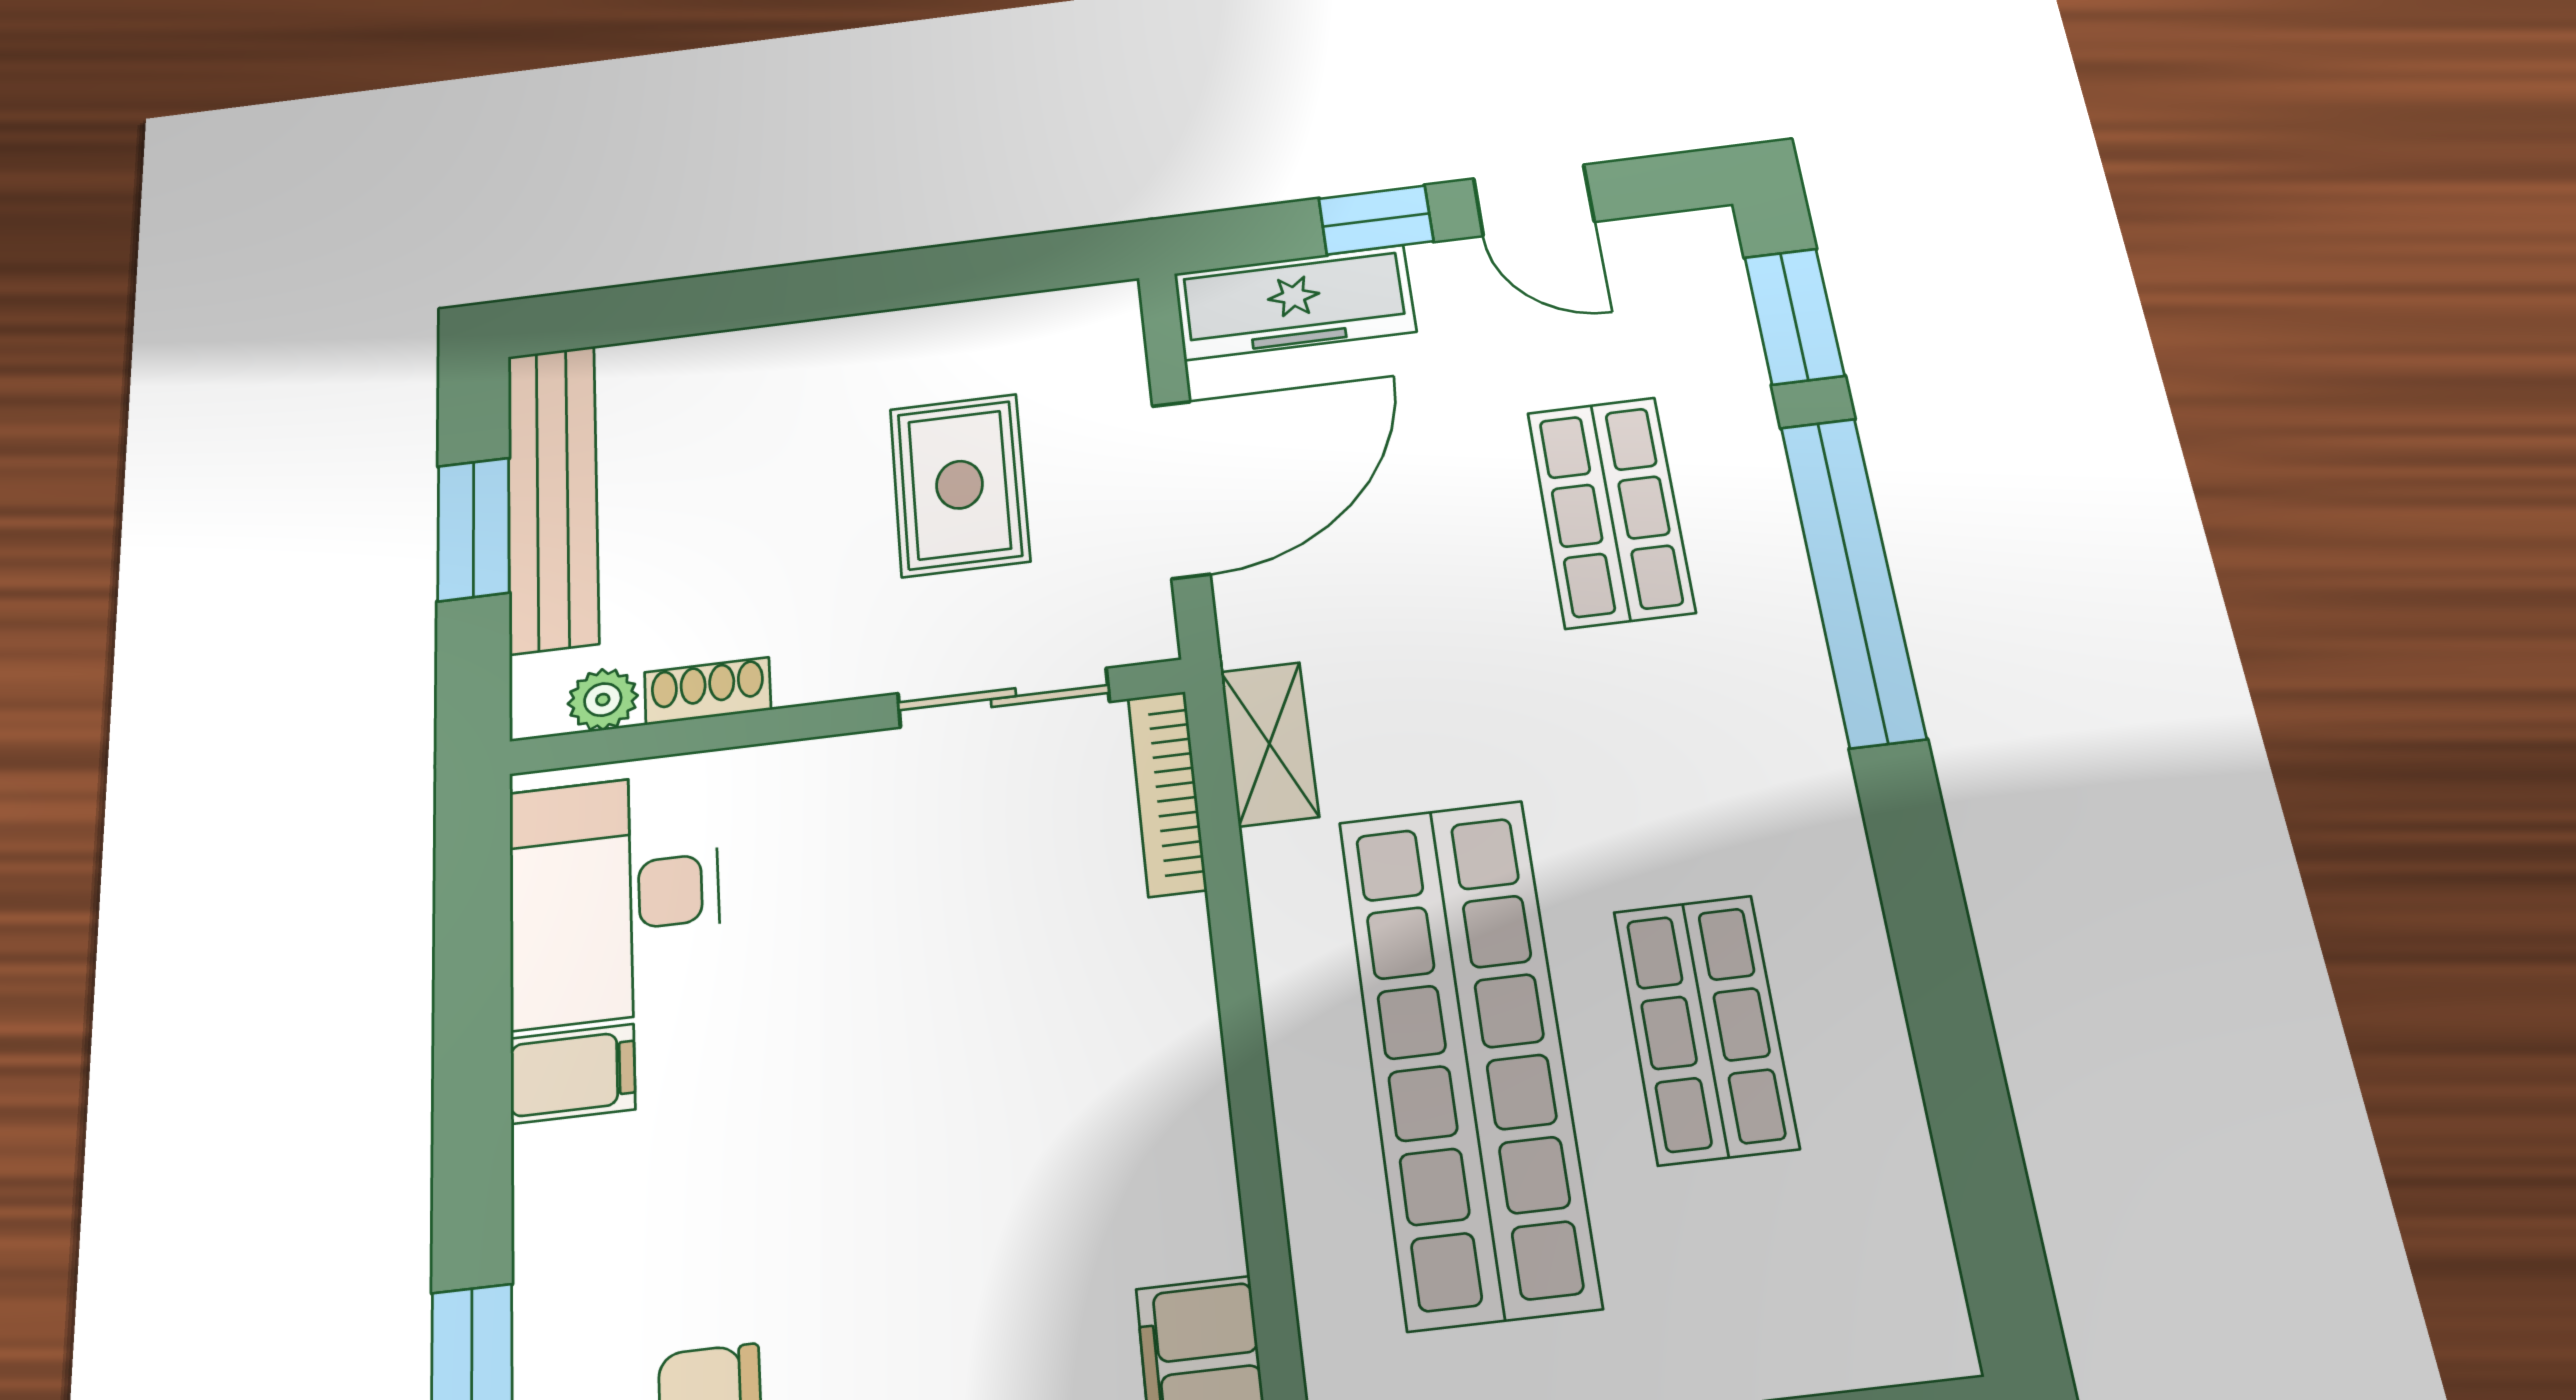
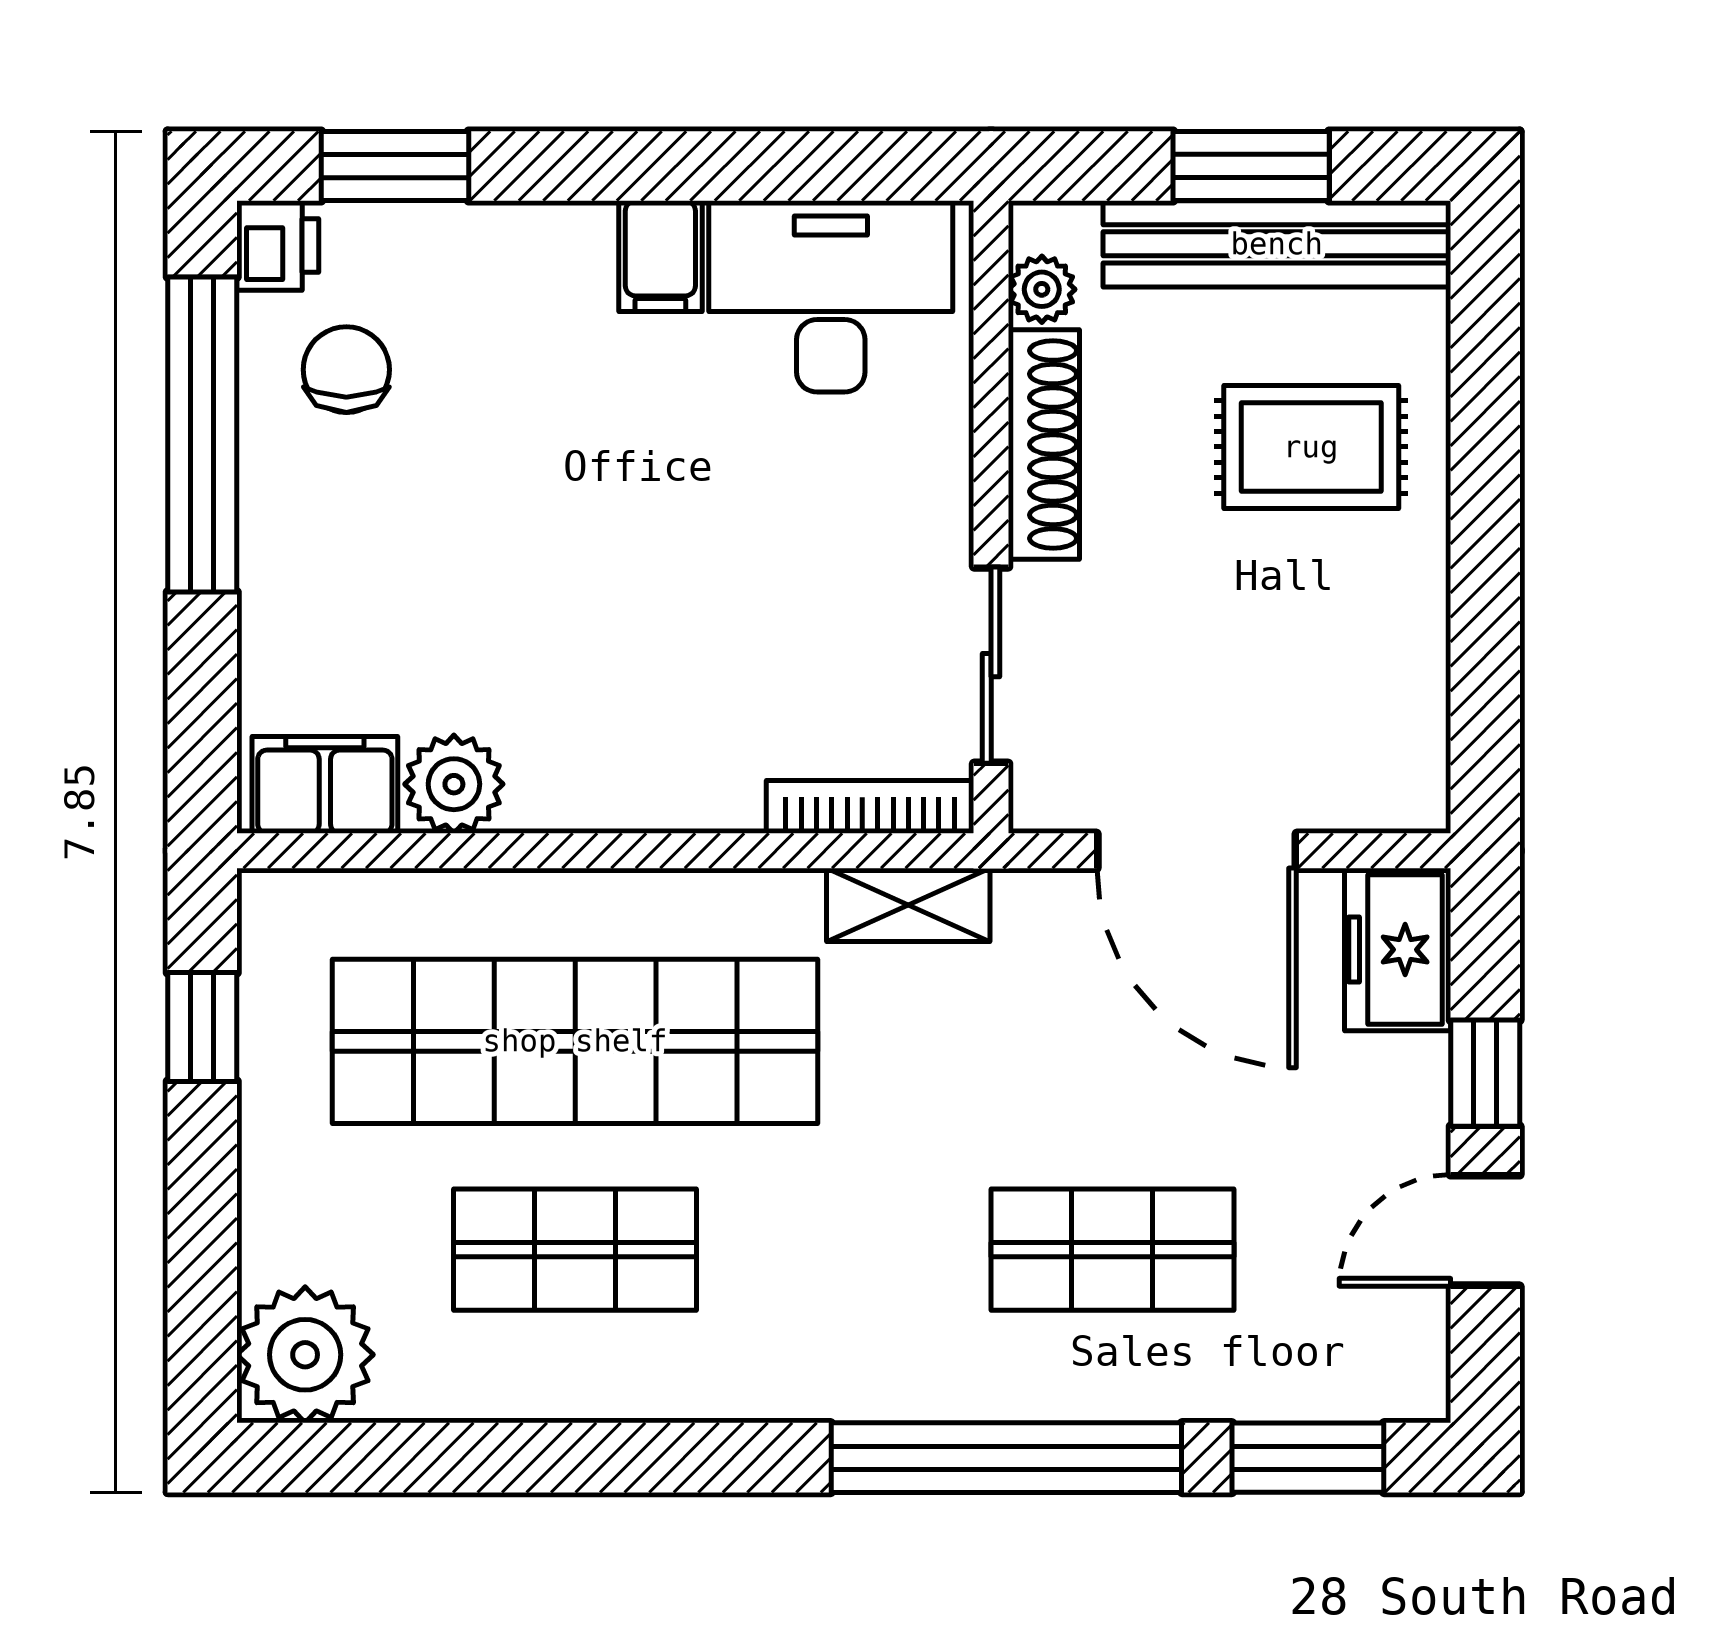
freezer: (1294, 302) -> (1398, 950), width x0.71
rug: (959, 485) -> (1311, 447), moved
shoe rack: (708, 691) -> (1044, 444), width x1.94, depth x1.24
plant: (1186, 1221) -> (454, 784), added
plant: (1885, 1308) -> (305, 1355), added

